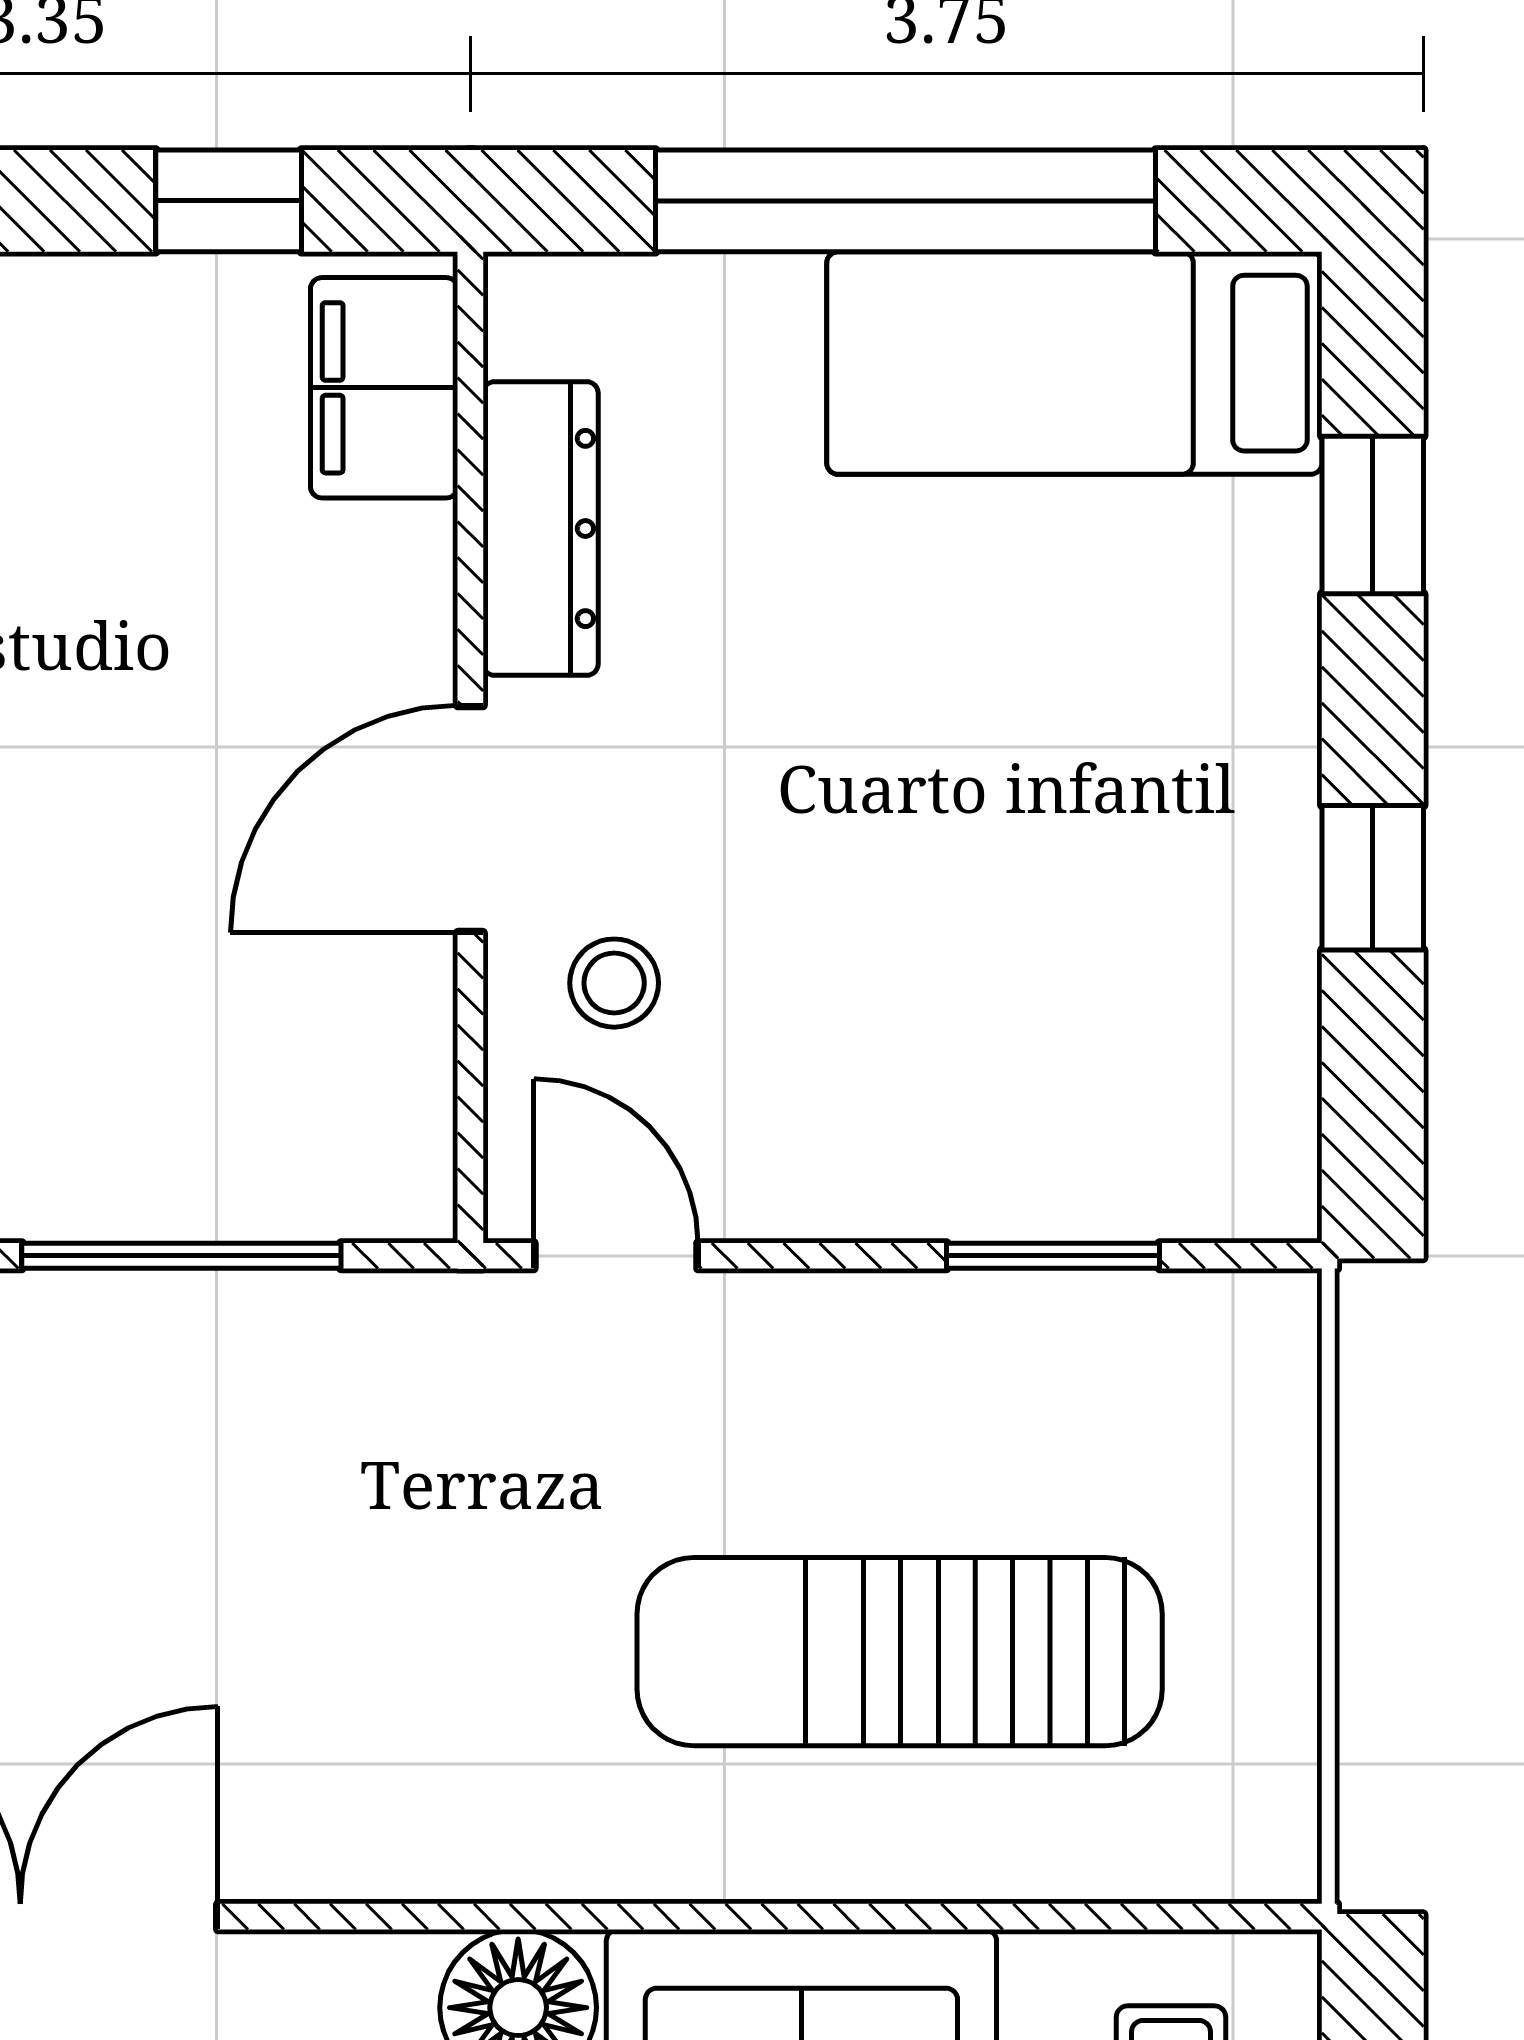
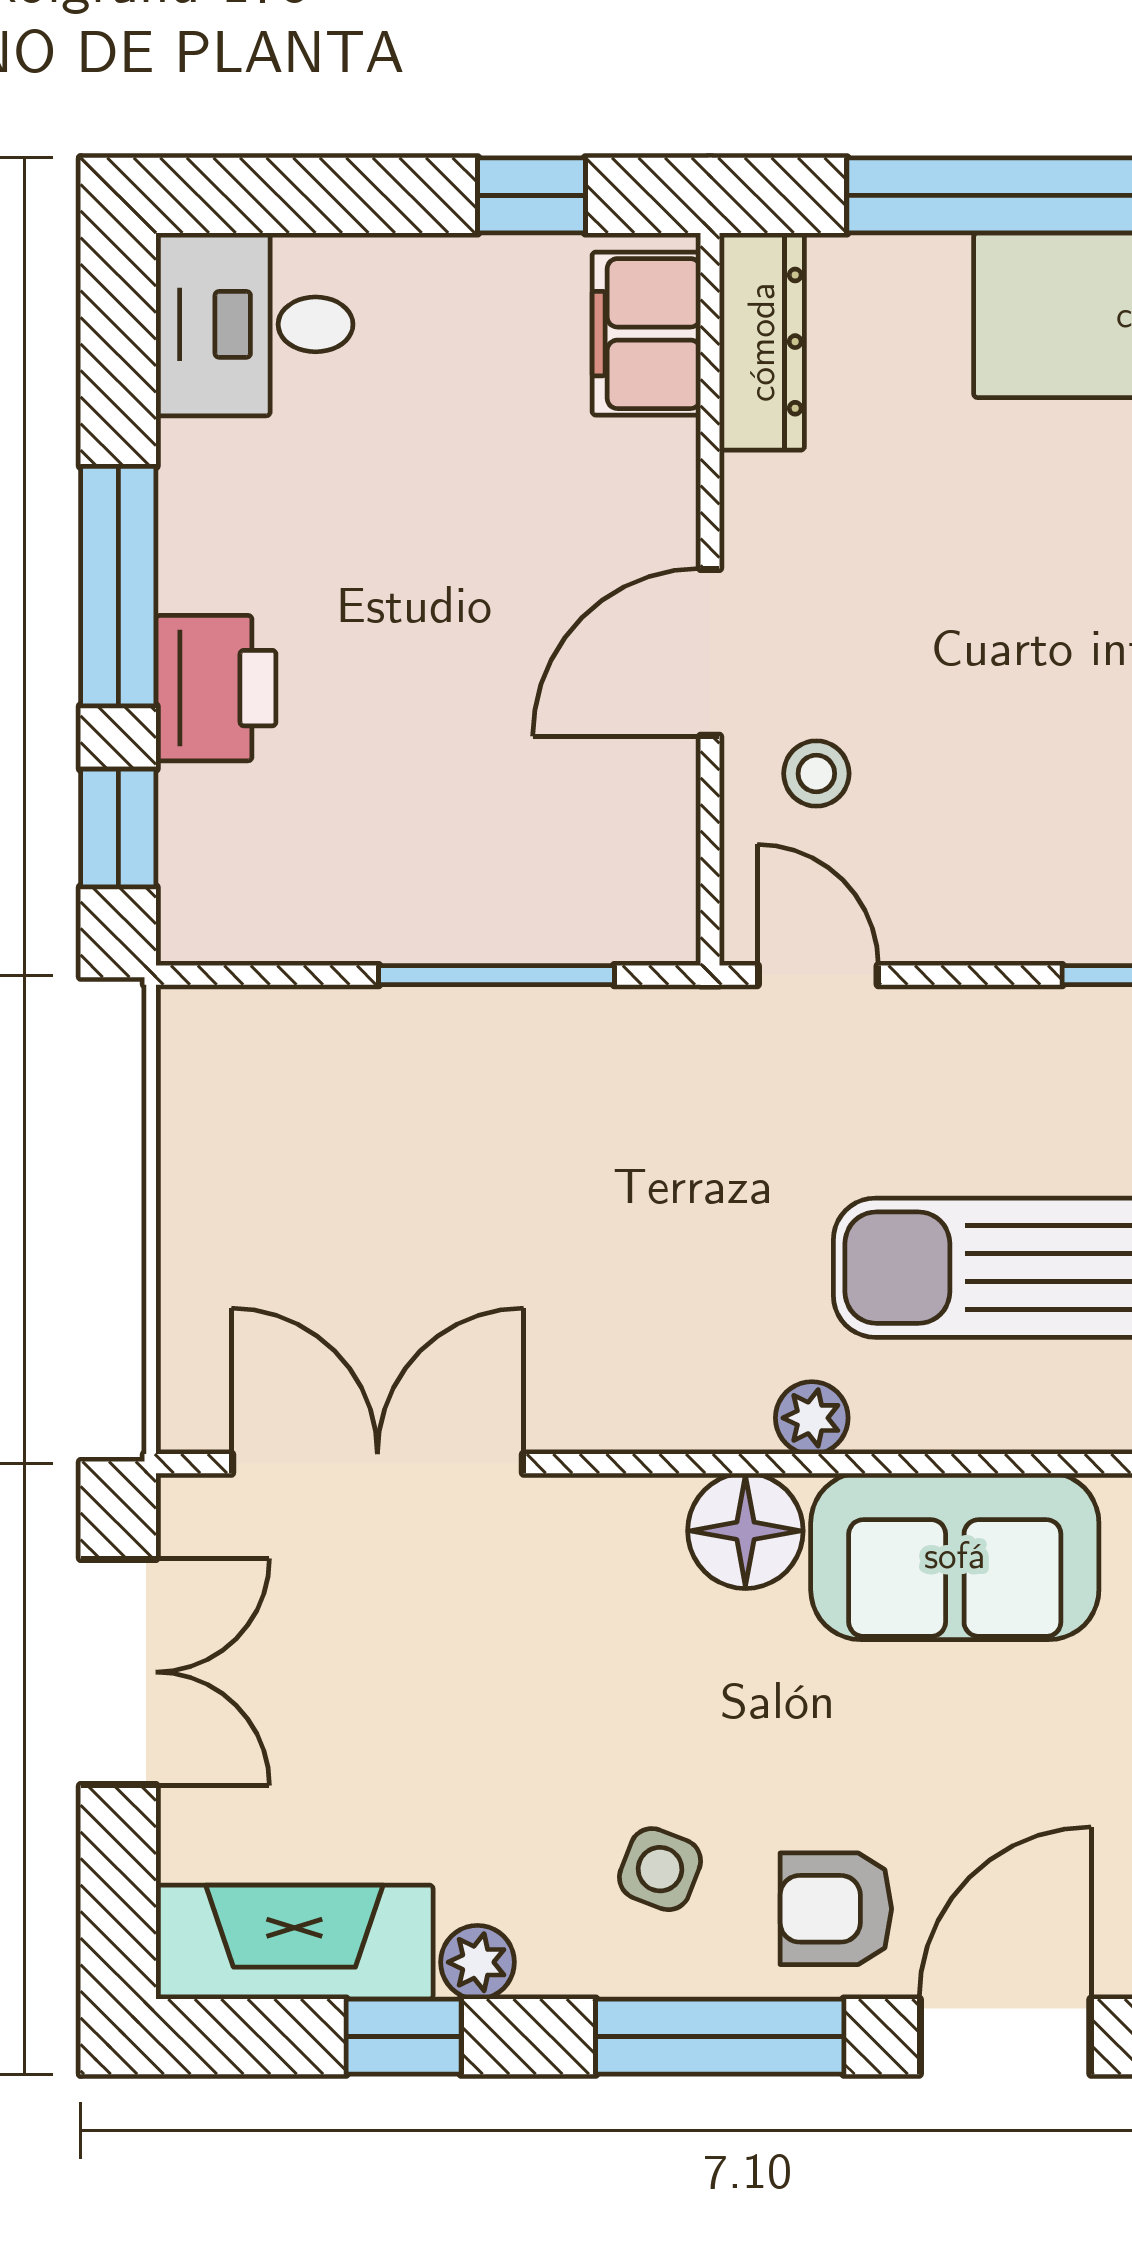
dresser: (541, 529) -> (762, 342), moved
plant: (608, 1855) -> (812, 1418), added

